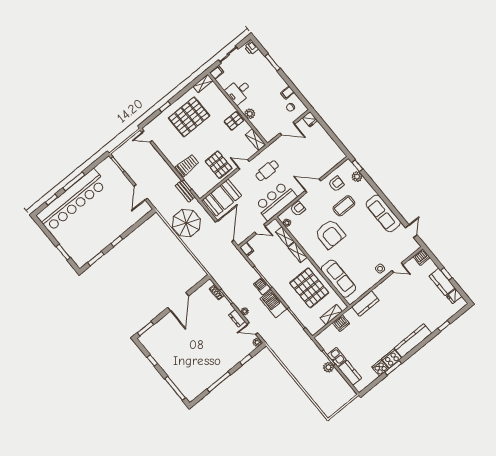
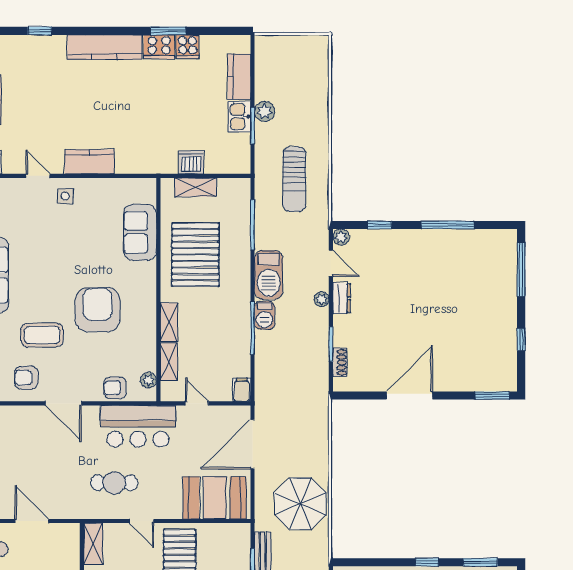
sofa: (338, 279) -> (140, 232), width x0.73
kitchen counter: (365, 304) -> (89, 162), moved
sun lounger: (295, 350) -> (294, 179), added

